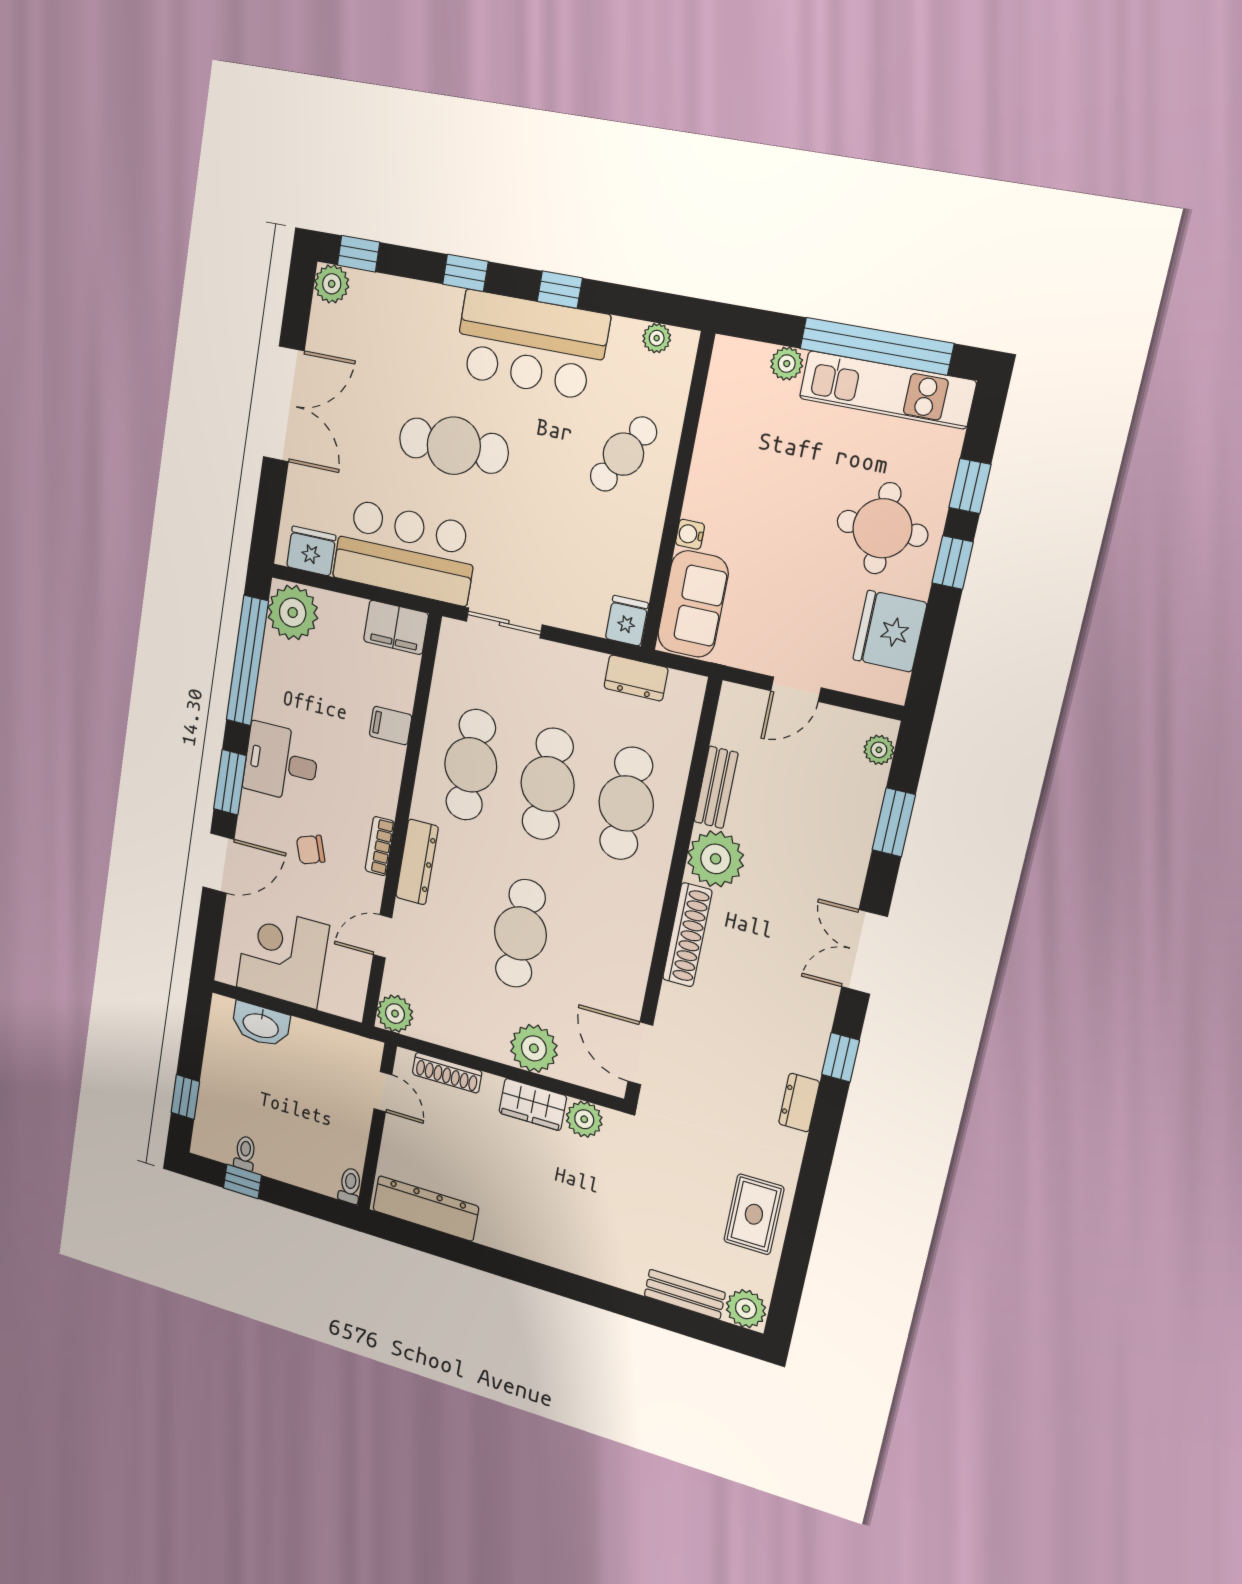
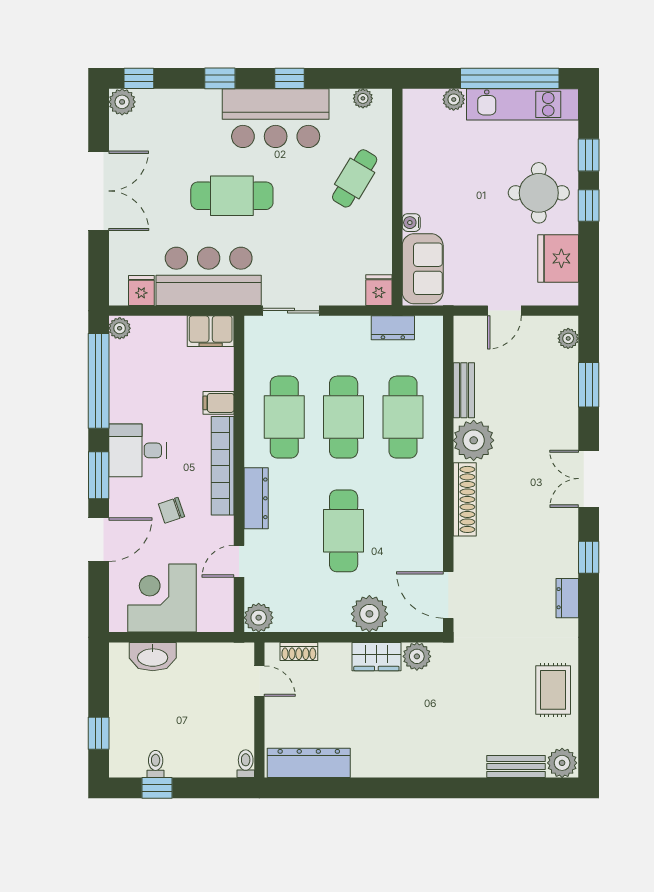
fridge: (311, 551) -> (141, 290), width x0.72
plant: (293, 612) -> (120, 328), width x0.53, depth x0.53
bookcase: (380, 846) -> (223, 466), width x2.31, depth x1.31
shoe rack: (447, 1073) -> (299, 652), width x0.70

